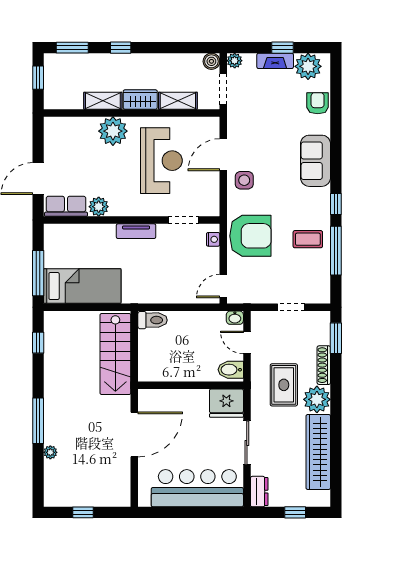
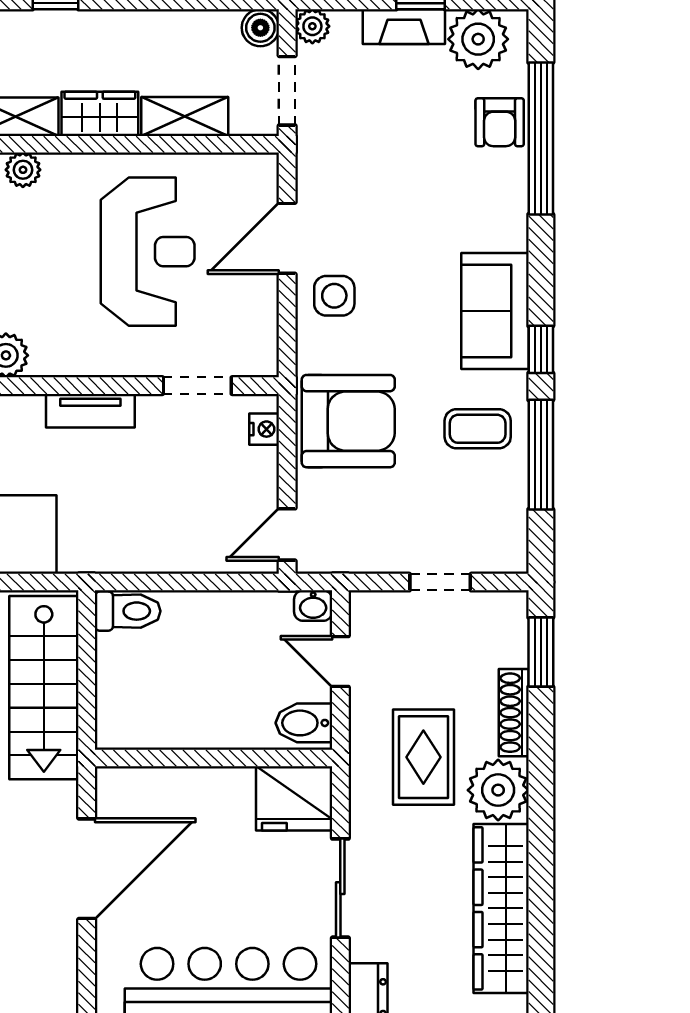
armchair: (318, 103) -> (500, 122), turned 180
window: (336, 110) -> (541, 138), added
plant: (113, 131) -> (23, 170), width x0.53, depth x0.53
sofa: (316, 161) -> (495, 311), moved

